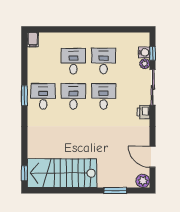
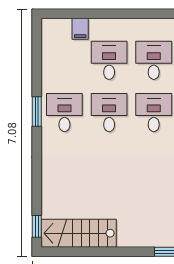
filing cabinet: (33, 40) -> (80, 29), moved
stairs: (62, 173) -> (79, 233), width x0.73, depth x0.66

